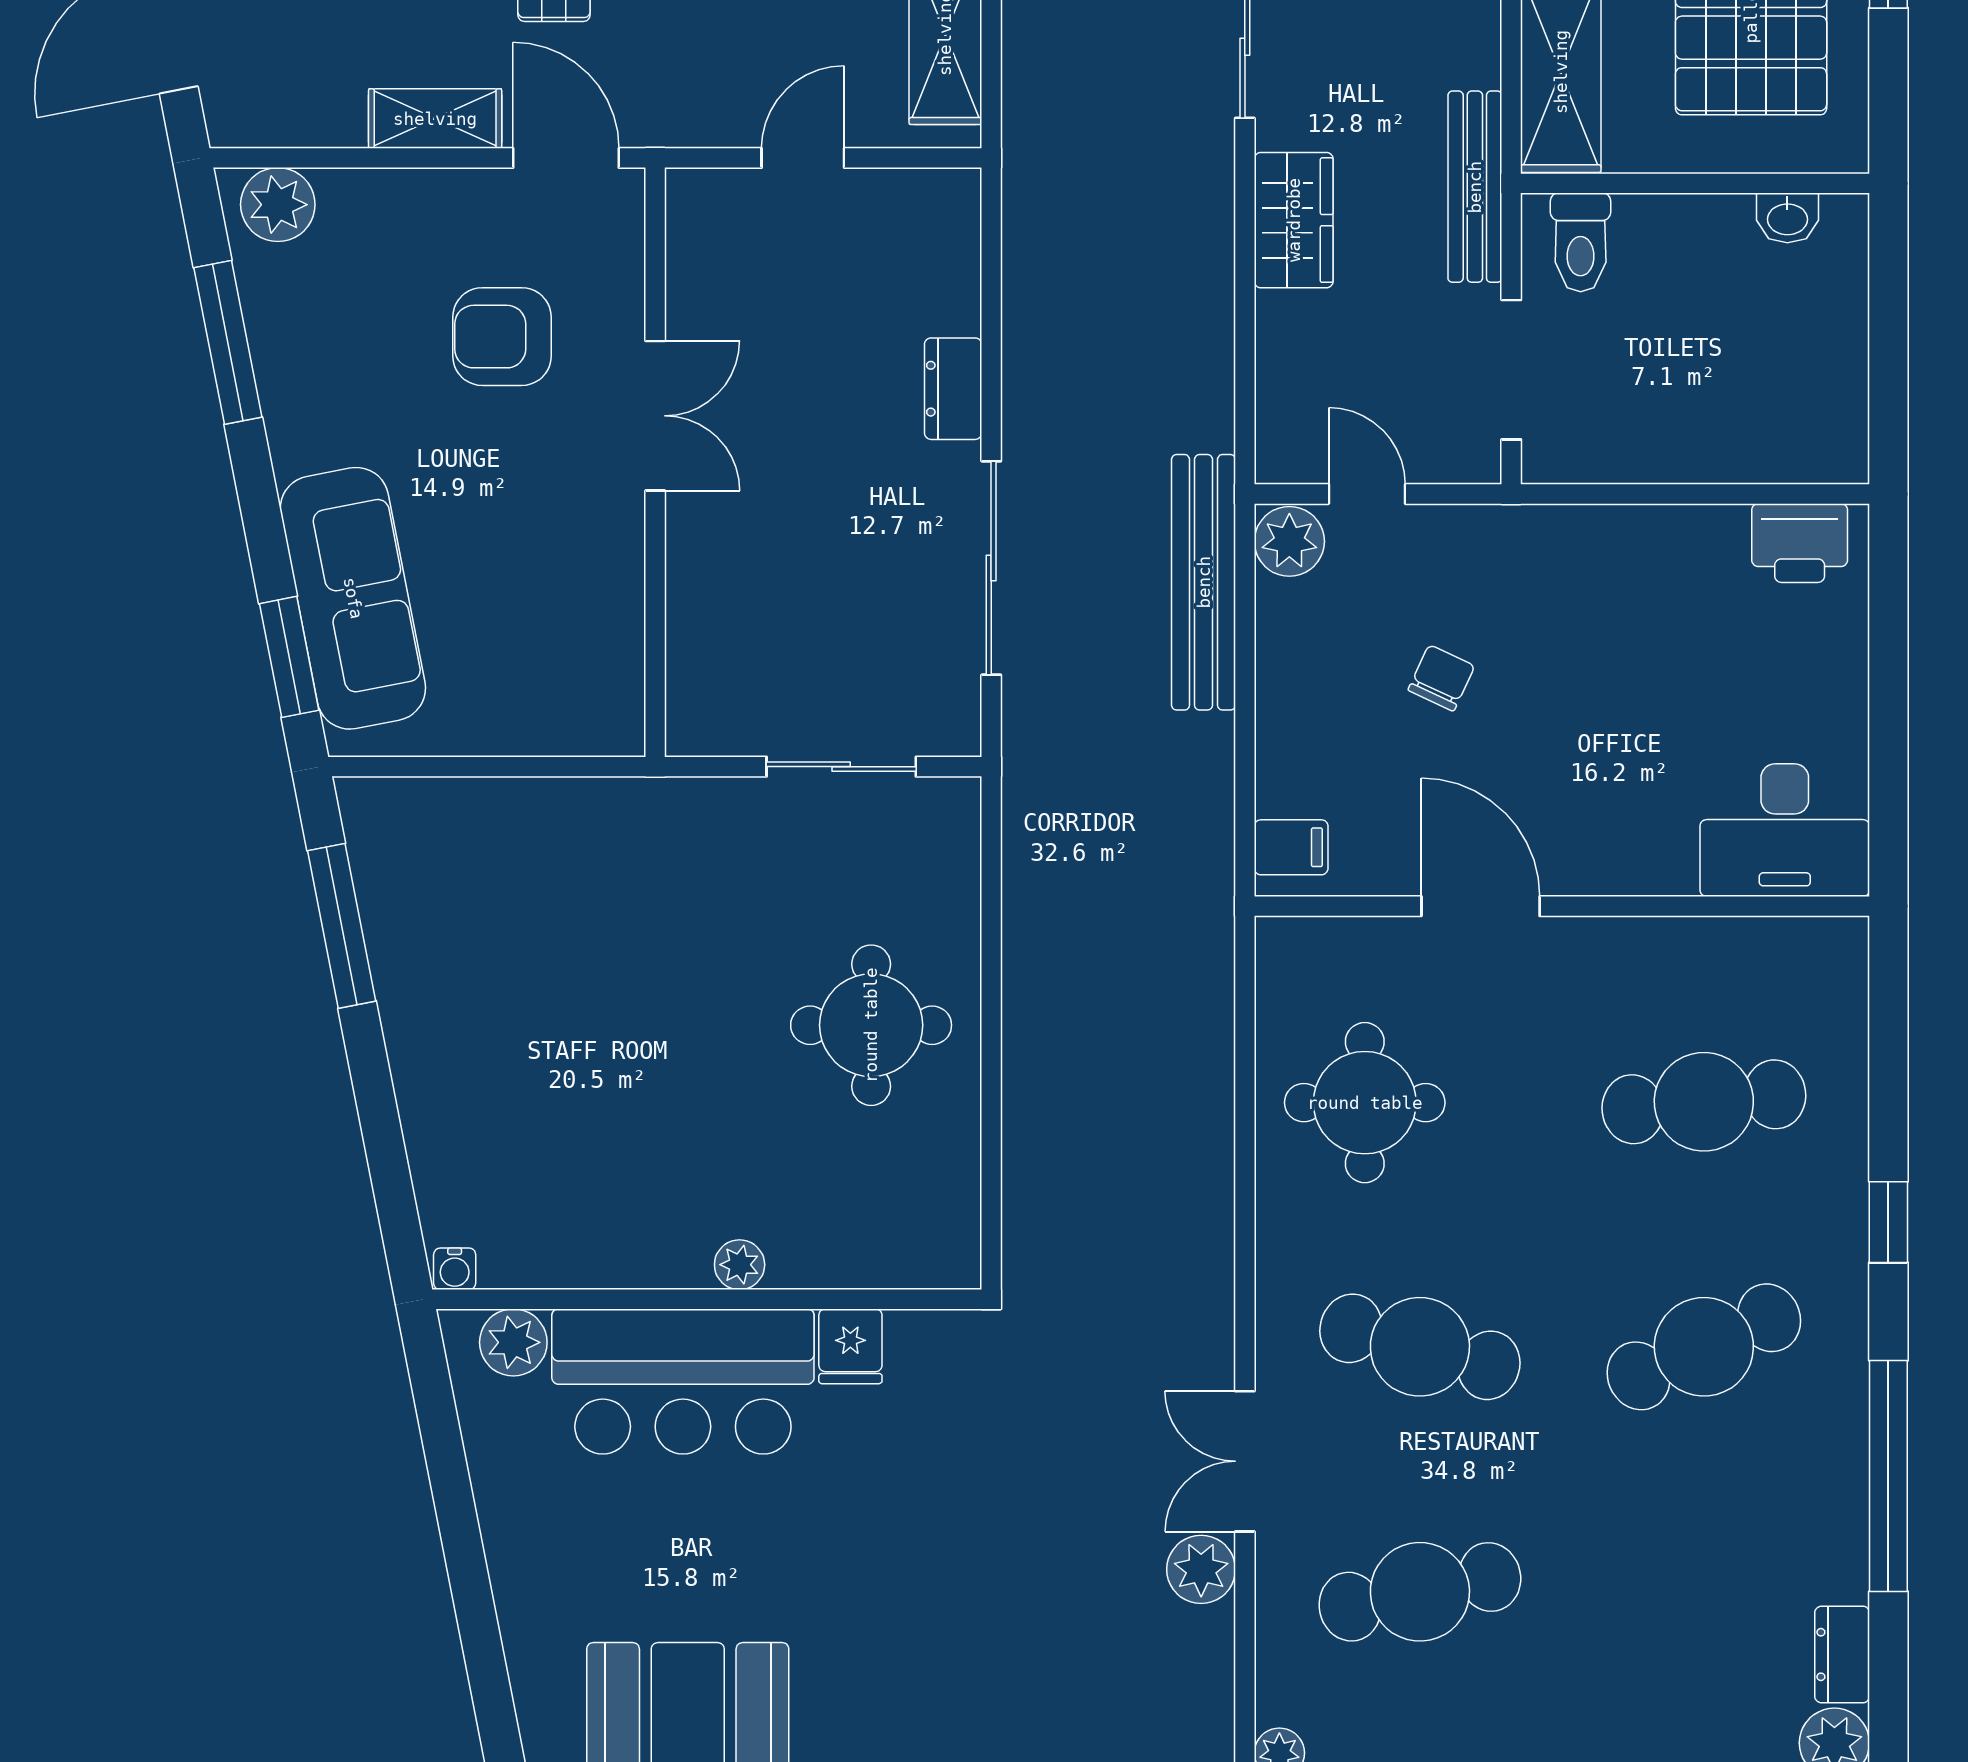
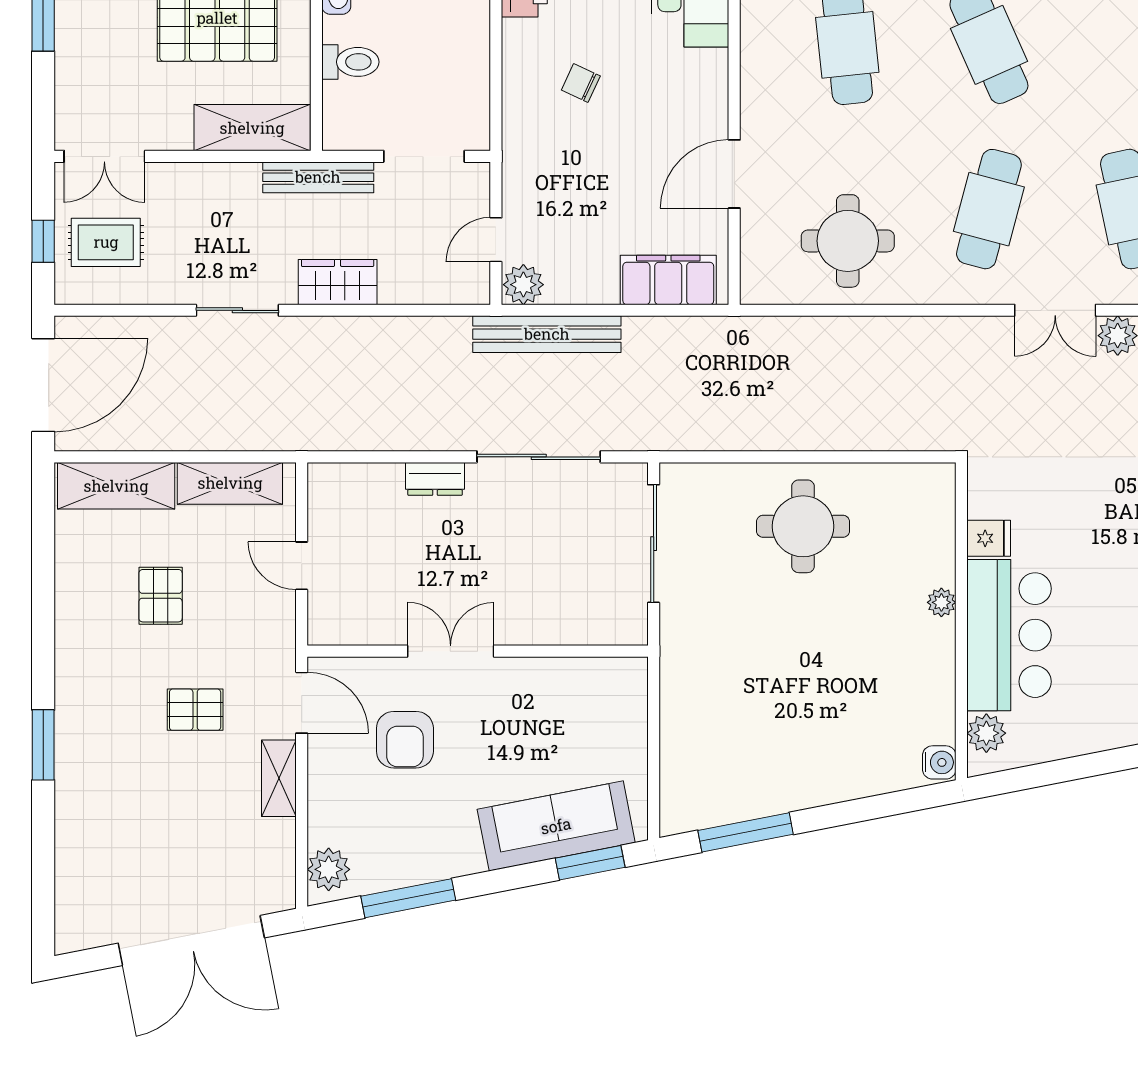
door: (566, 158) -> (302, 703), swing flipped
toilet: (1581, 242) -> (350, 62), moved
chair: (1441, 678) -> (581, 83), moved
sliding door: (841, 767) -> (654, 544), width x1.37
filing cabinet: (1291, 847) -> (668, 280), width x3.00, depth x1.17
water cooler: (455, 1269) -> (939, 762), width x1.38, depth x1.38

